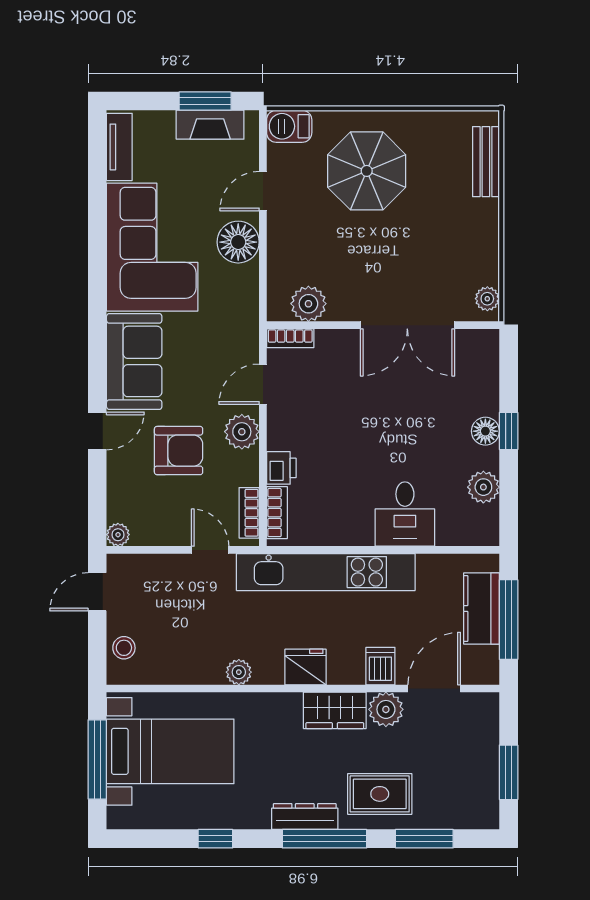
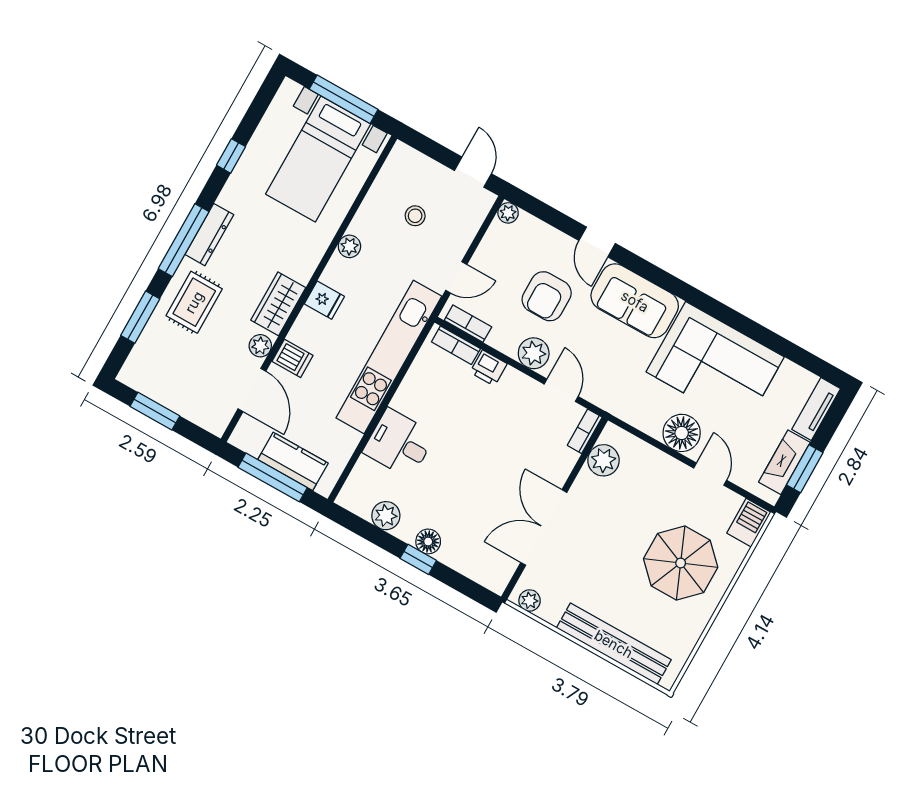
tv unit: (119, 147) -> (816, 409), moved, turned 90
bench: (486, 162) -> (614, 644), width x1.86, depth x1.21
stool: (124, 648) -> (415, 216), moved
fridge: (306, 667) -> (324, 300), width x0.72
plant: (386, 709) -> (260, 346), width x0.73, depth x0.73

